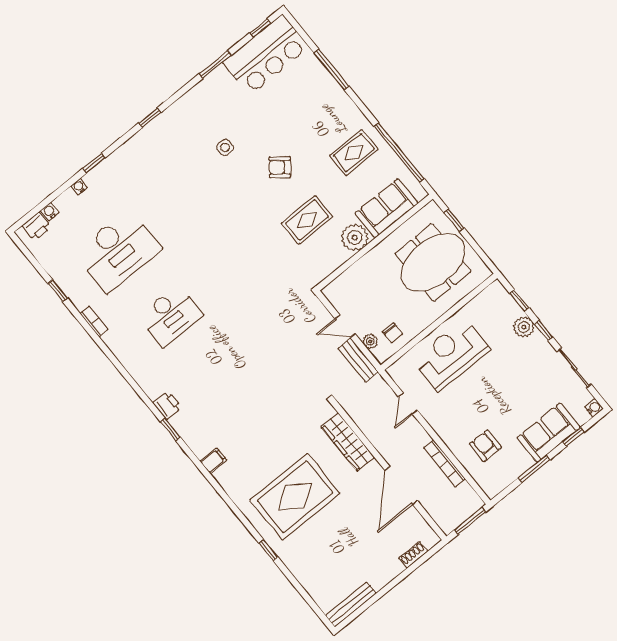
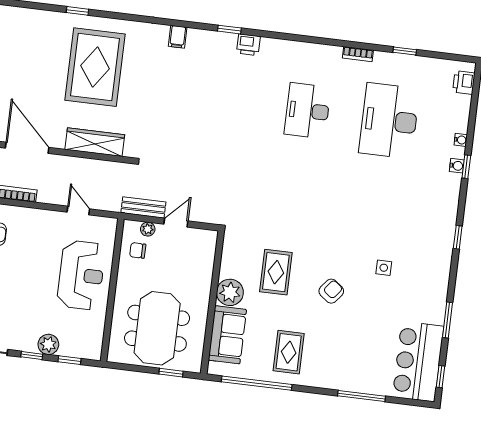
water cooler: (50, 212) -> (457, 166), moved

